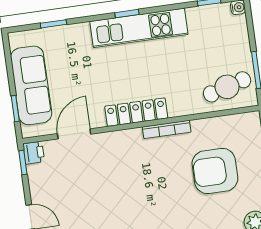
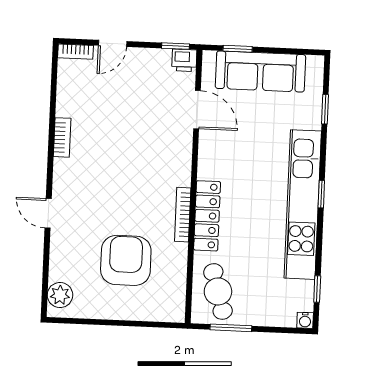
kitchen unit: (139, 28) -> (303, 205), width x1.36
locker: (136, 112) -> (207, 216), moved

